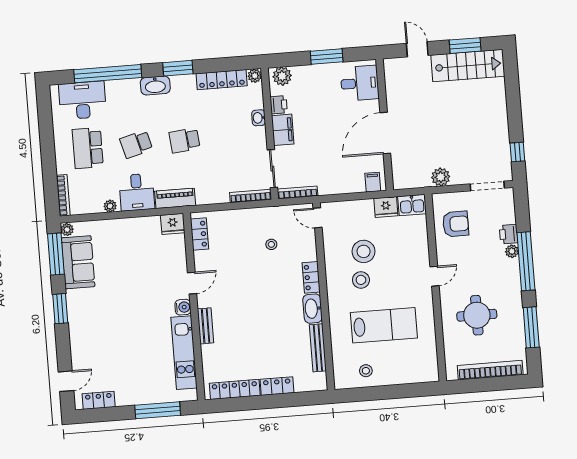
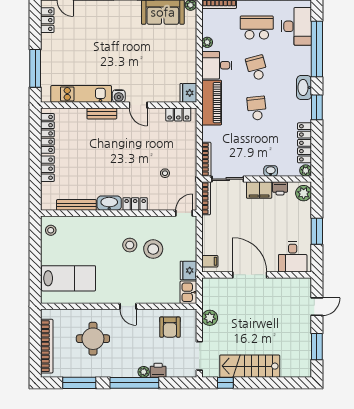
stairs: (468, 66) -> (250, 366), moved, turned 90
piano: (175, 198) -> (212, 103), width x1.37, depth x1.33
lab bench: (384, 325) -> (69, 278), moved, turned -90
stool: (366, 371) -> (51, 230), moved

